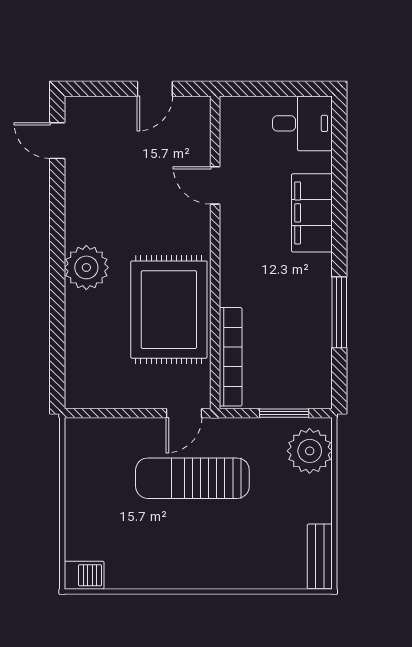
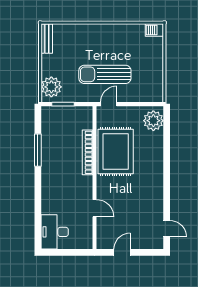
desk: (302, 123) -> (55, 232), width x1.37
filing cabinet: (312, 213) -> (50, 196), removed
plant: (86, 267) -> (153, 121), moved
bookcase: (231, 357) -> (87, 152), moved
sun lounger: (192, 478) -> (105, 74), turned 180

